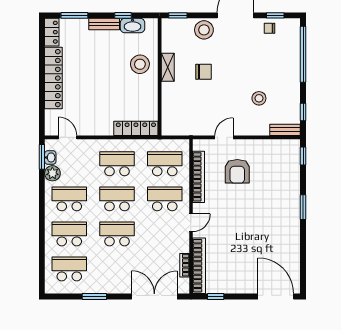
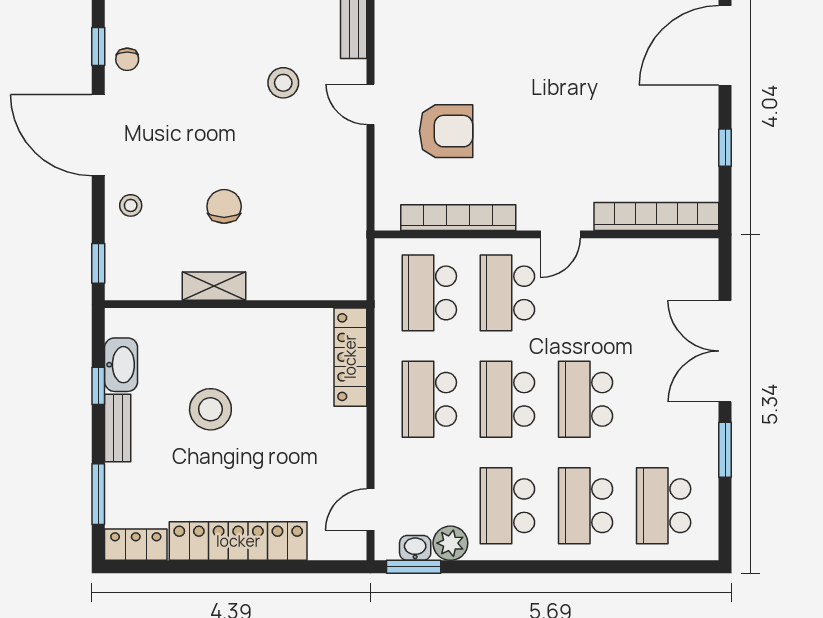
stool: (204, 30) -> (131, 205), width x0.53, depth x0.53
stool: (140, 64) -> (210, 409), moved
door: (224, 137) -> (370, 104), moved
door: (191, 223) -> (560, 234), swing flipped
bookcase: (185, 265) -> (655, 249), removed
double door: (154, 296) -> (725, 351), moved
window: (216, 296) -> (725, 148), moved

